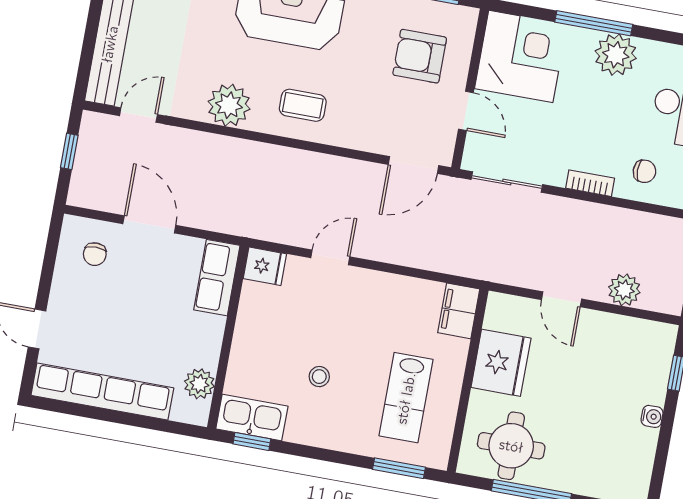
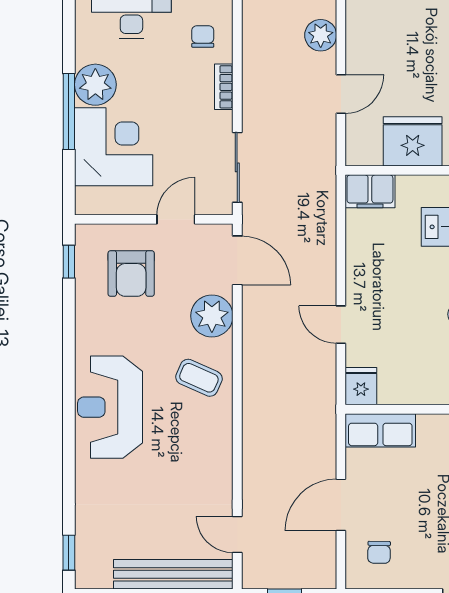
corner desk: (521, 56) -> (114, 147), moved, turned 90
plant: (229, 105) -> (212, 316), moved
coffee table: (303, 105) -> (199, 378), turned -66
chair: (95, 254) -> (379, 552), turned 91

